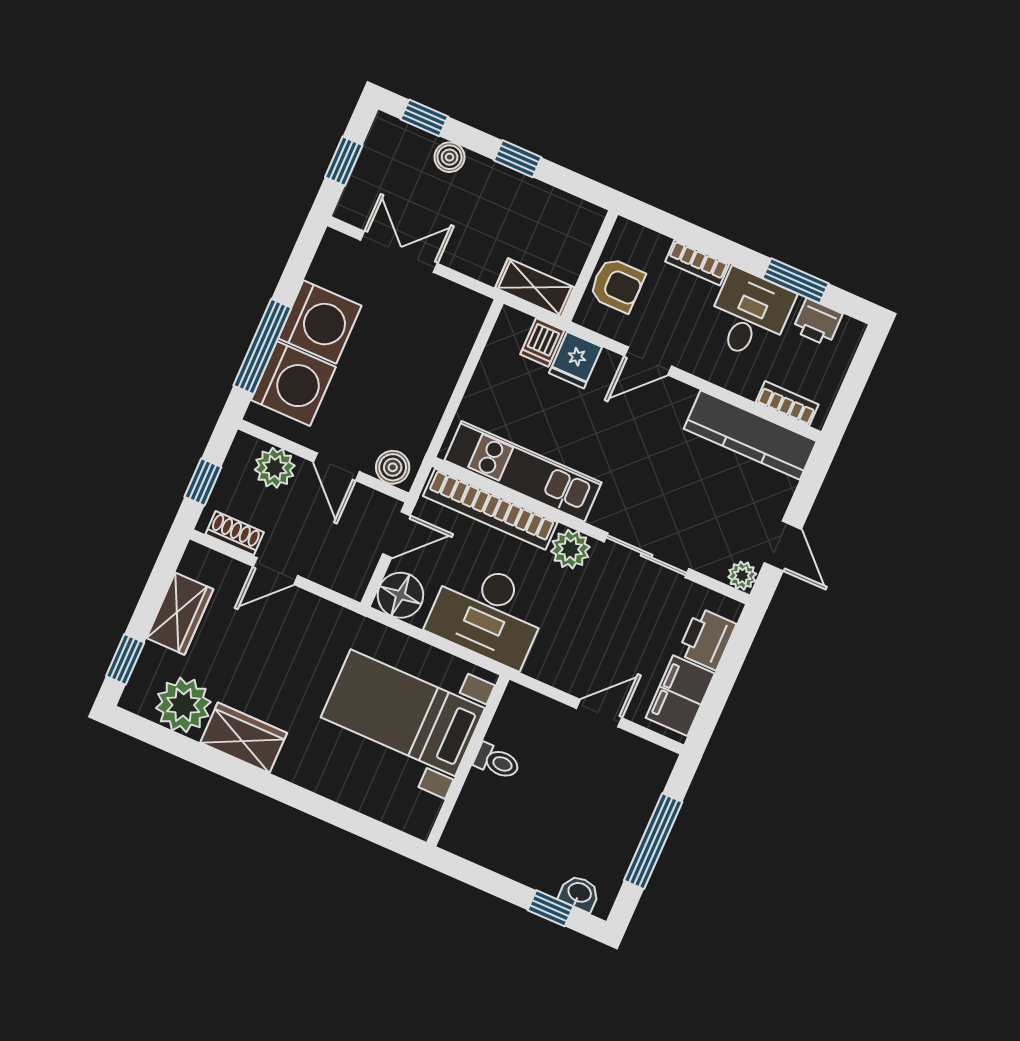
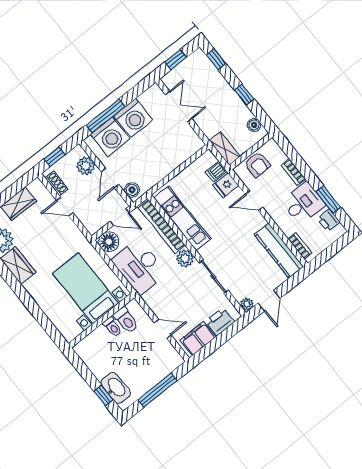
boiler: (450, 157) -> (254, 125), moved
toilet: (517, 734) -> (126, 320), added
washbasin: (579, 893) -> (116, 388), width x1.91, depth x1.45

